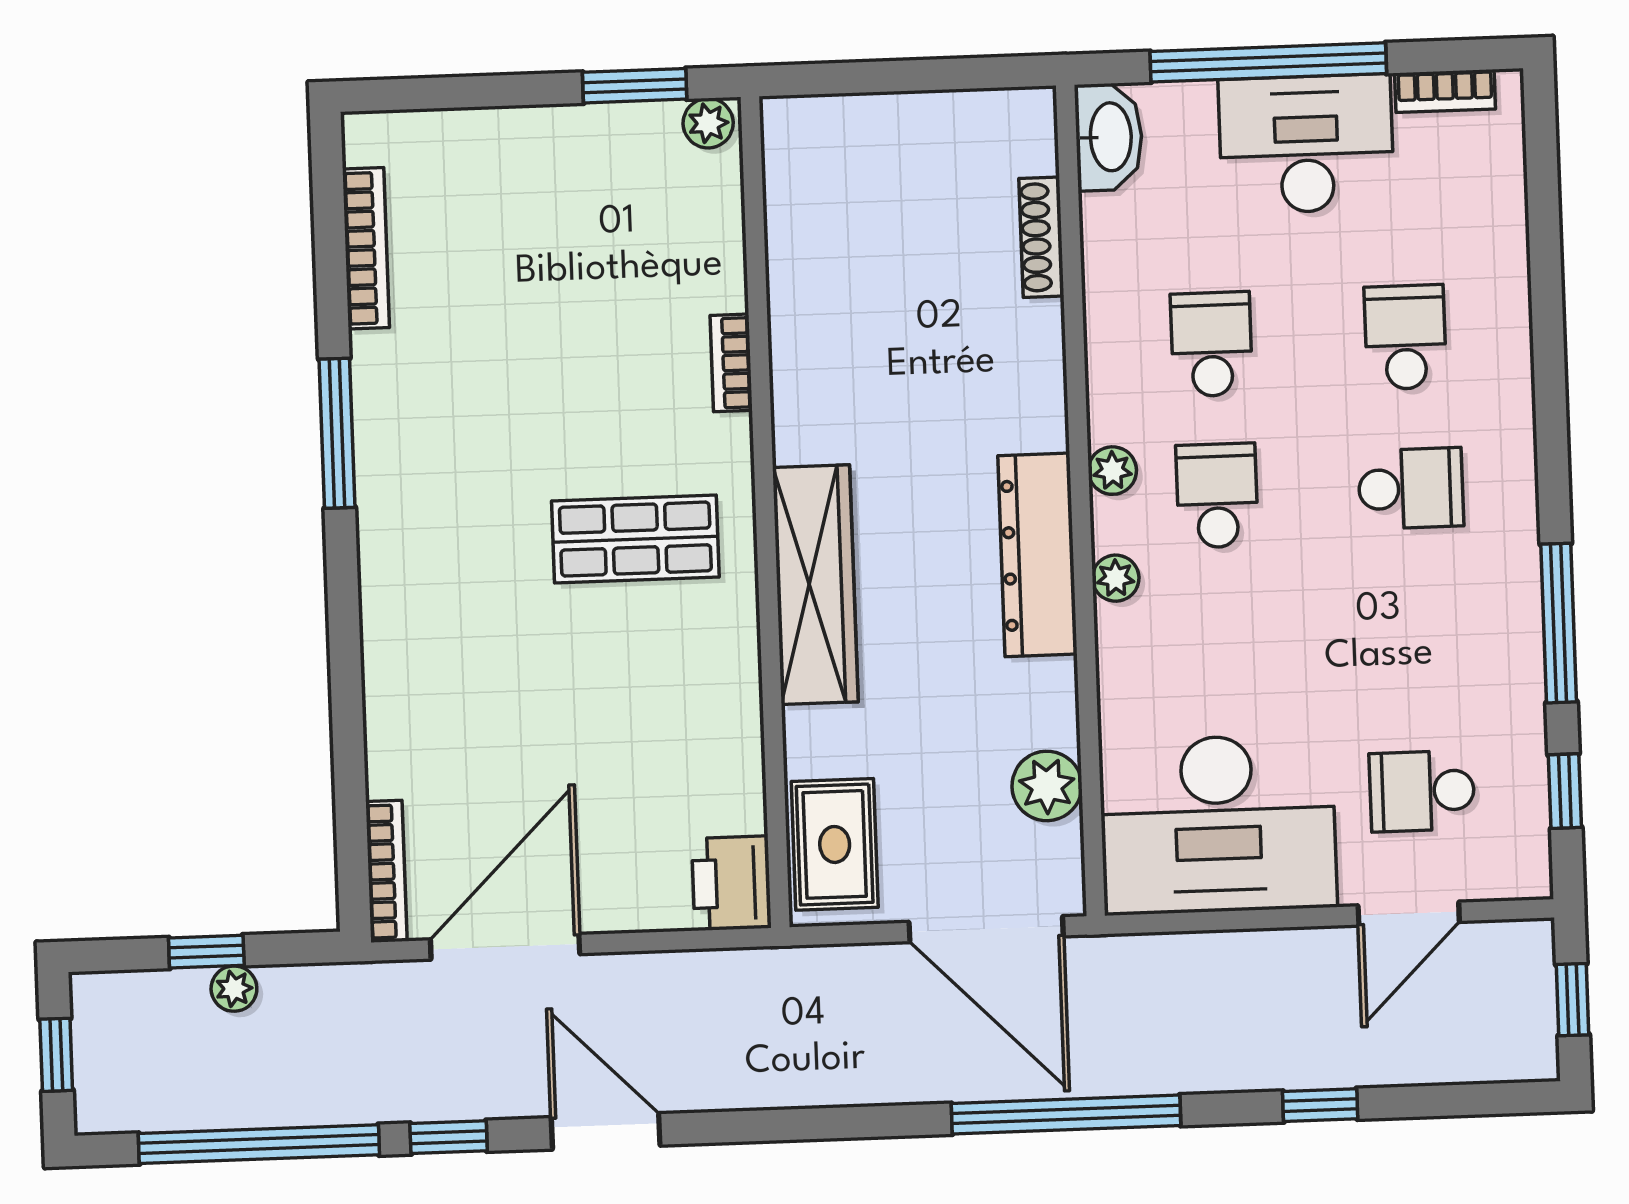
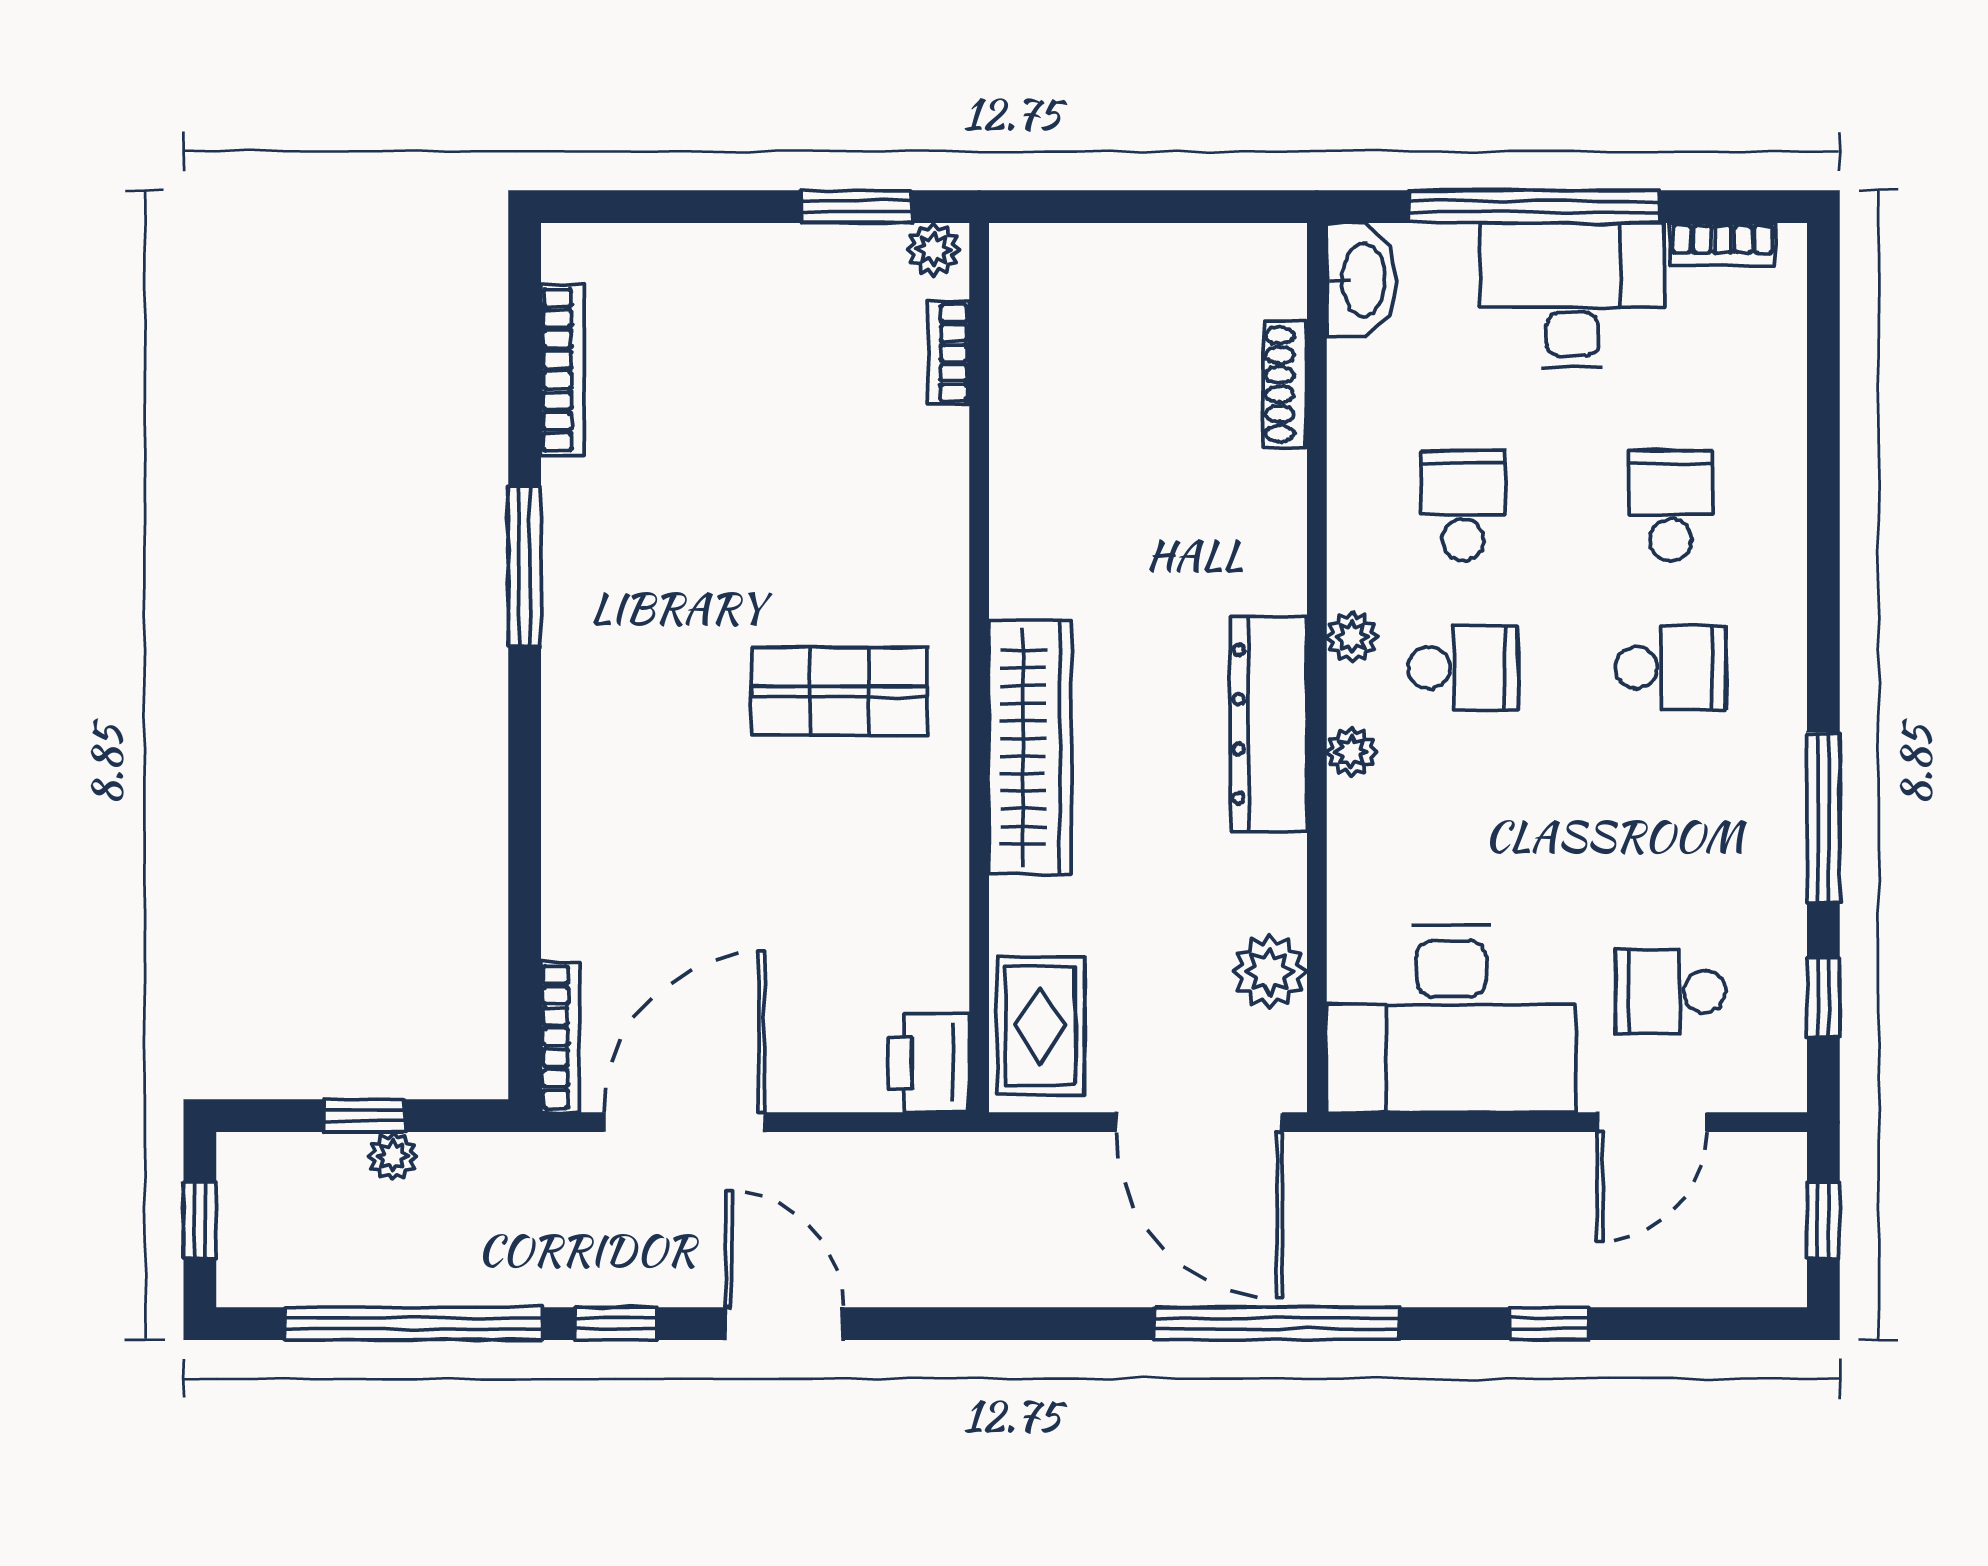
bookcase: (731, 363) -> (949, 353), moved
school desk: (1217, 496) -> (1463, 668), turned 90

